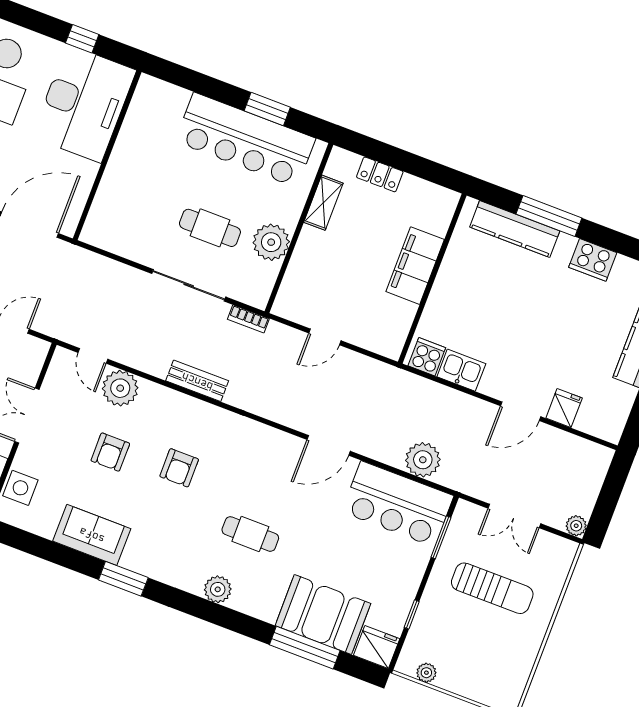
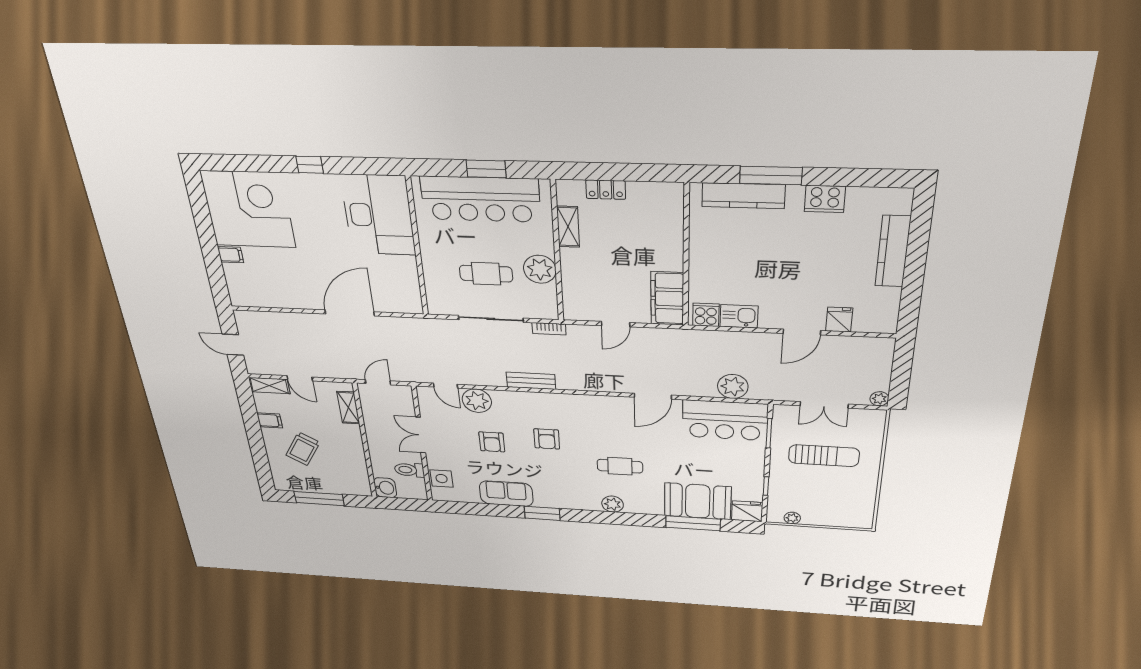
desk: (84, 104) -> (378, 215), moved
wall: (107, 155) -> (417, 247), moved
filing cabinet: (415, 266) -> (667, 299), moved

